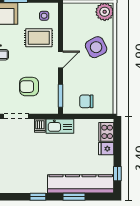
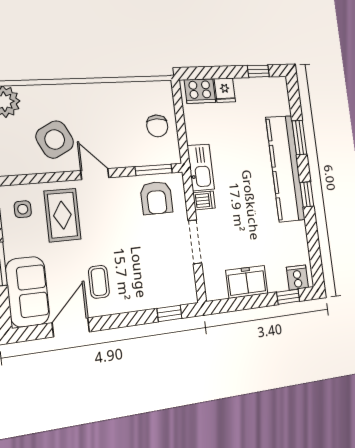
side table: (96, 47) -> (55, 139), moved
armchair: (29, 87) -> (156, 198), moved
kitchen counter: (81, 184) -> (285, 168), moved

